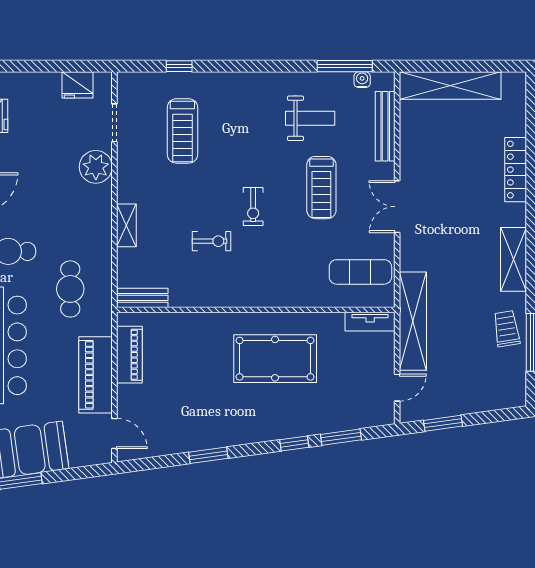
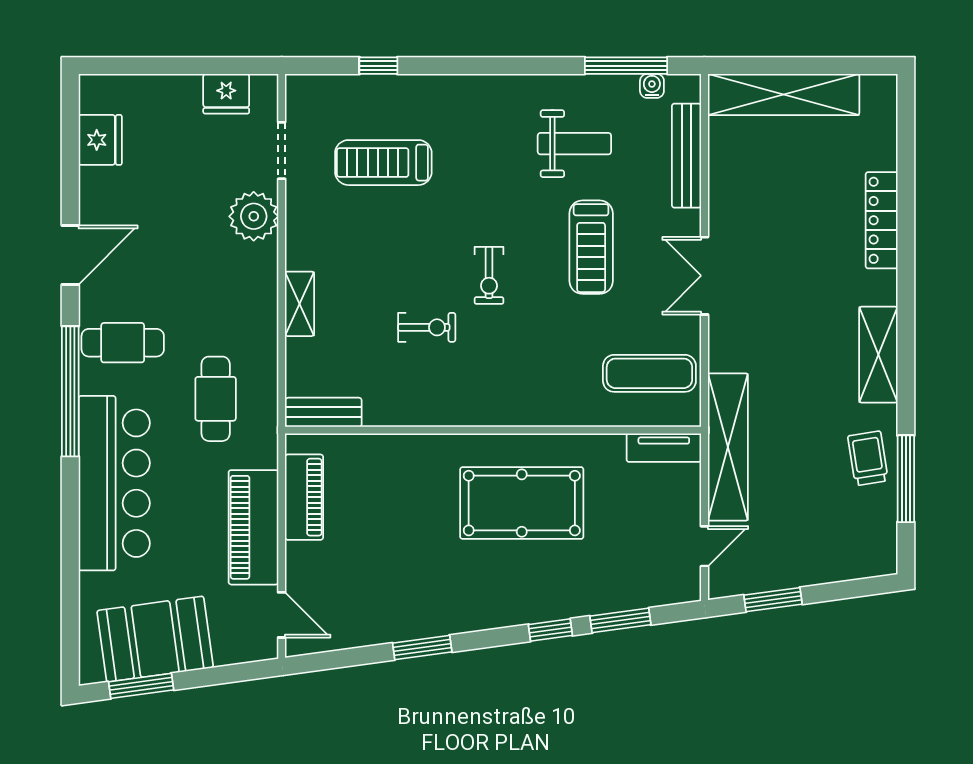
treadmill: (182, 131) -> (383, 163), turned 90

